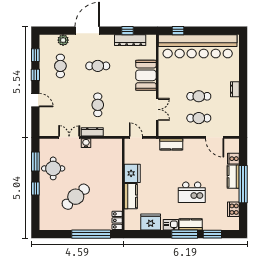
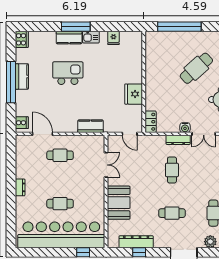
cafe table: (199, 96) -> (60, 204), moved
double door: (157, 109) -> (106, 165), swing flipped
cooker: (233, 159) -> (22, 123), moved
kitchen counter: (233, 177) -> (22, 76), moved
kitchen counter: (131, 196) -> (135, 69), removed
cooker: (233, 209) -> (22, 39), moved
locker: (117, 220) -> (151, 122), moved
fridge: (151, 222) -> (113, 38), width x0.53, depth x0.75
window: (212, 234) -> (45, 27), removed

